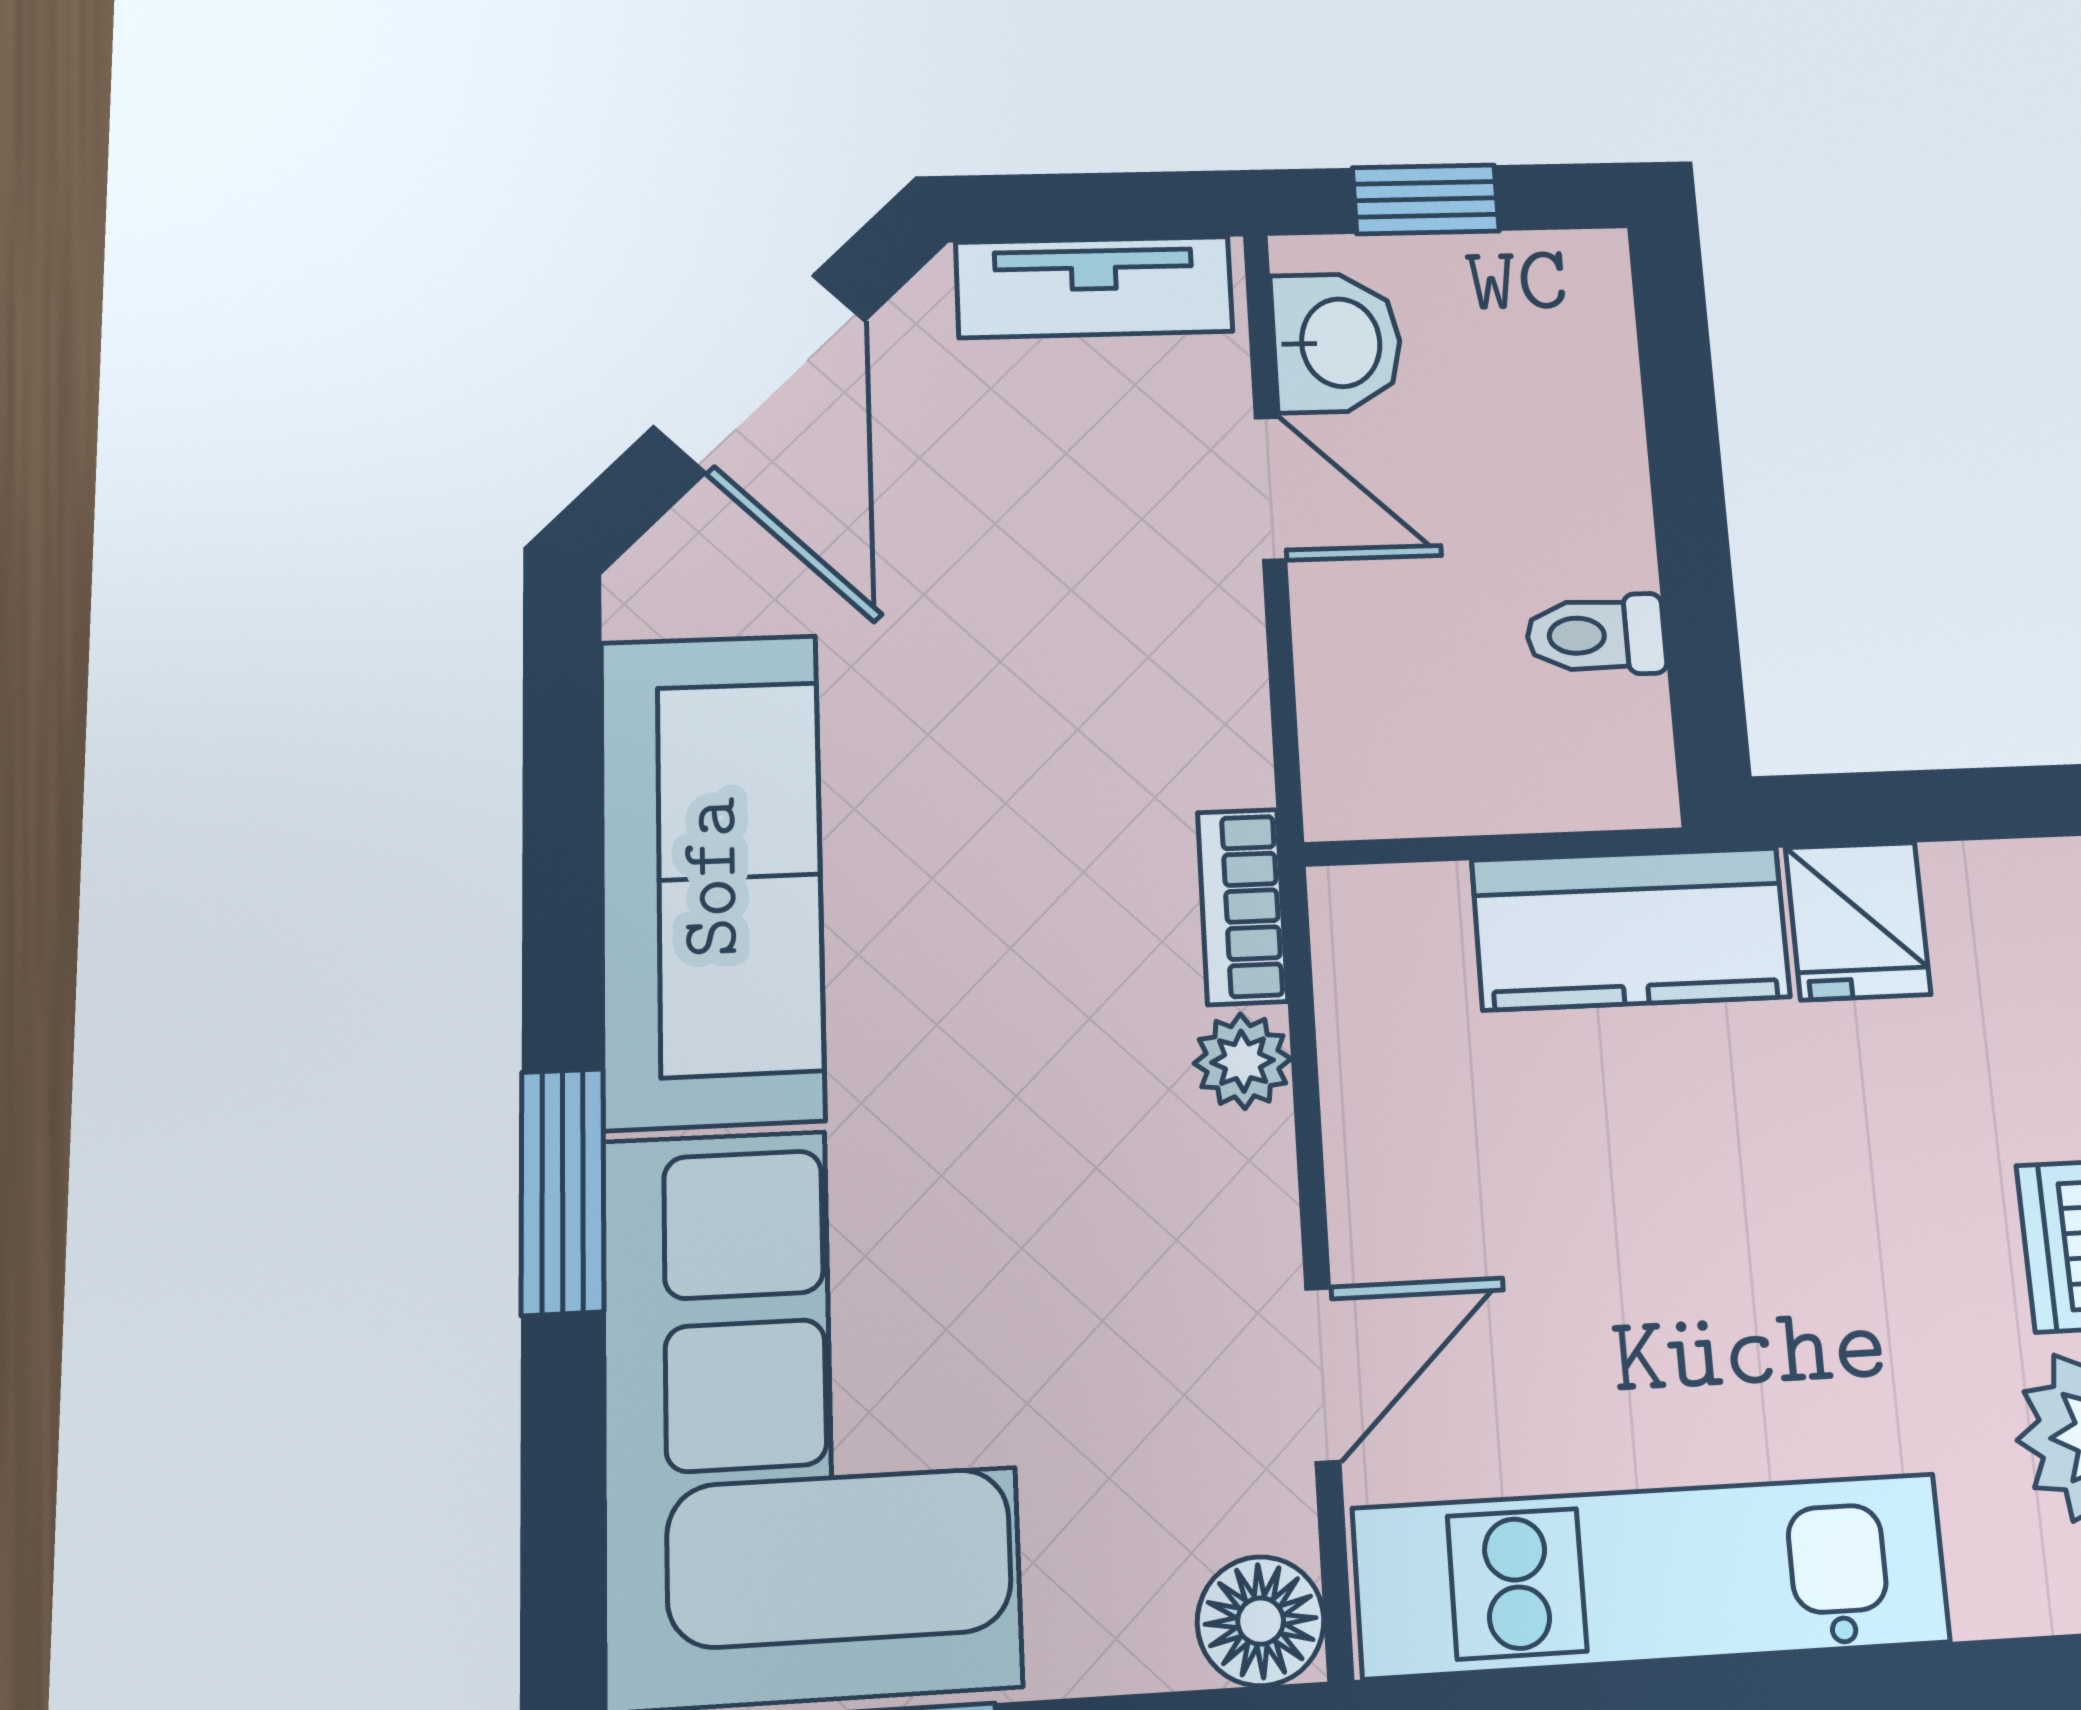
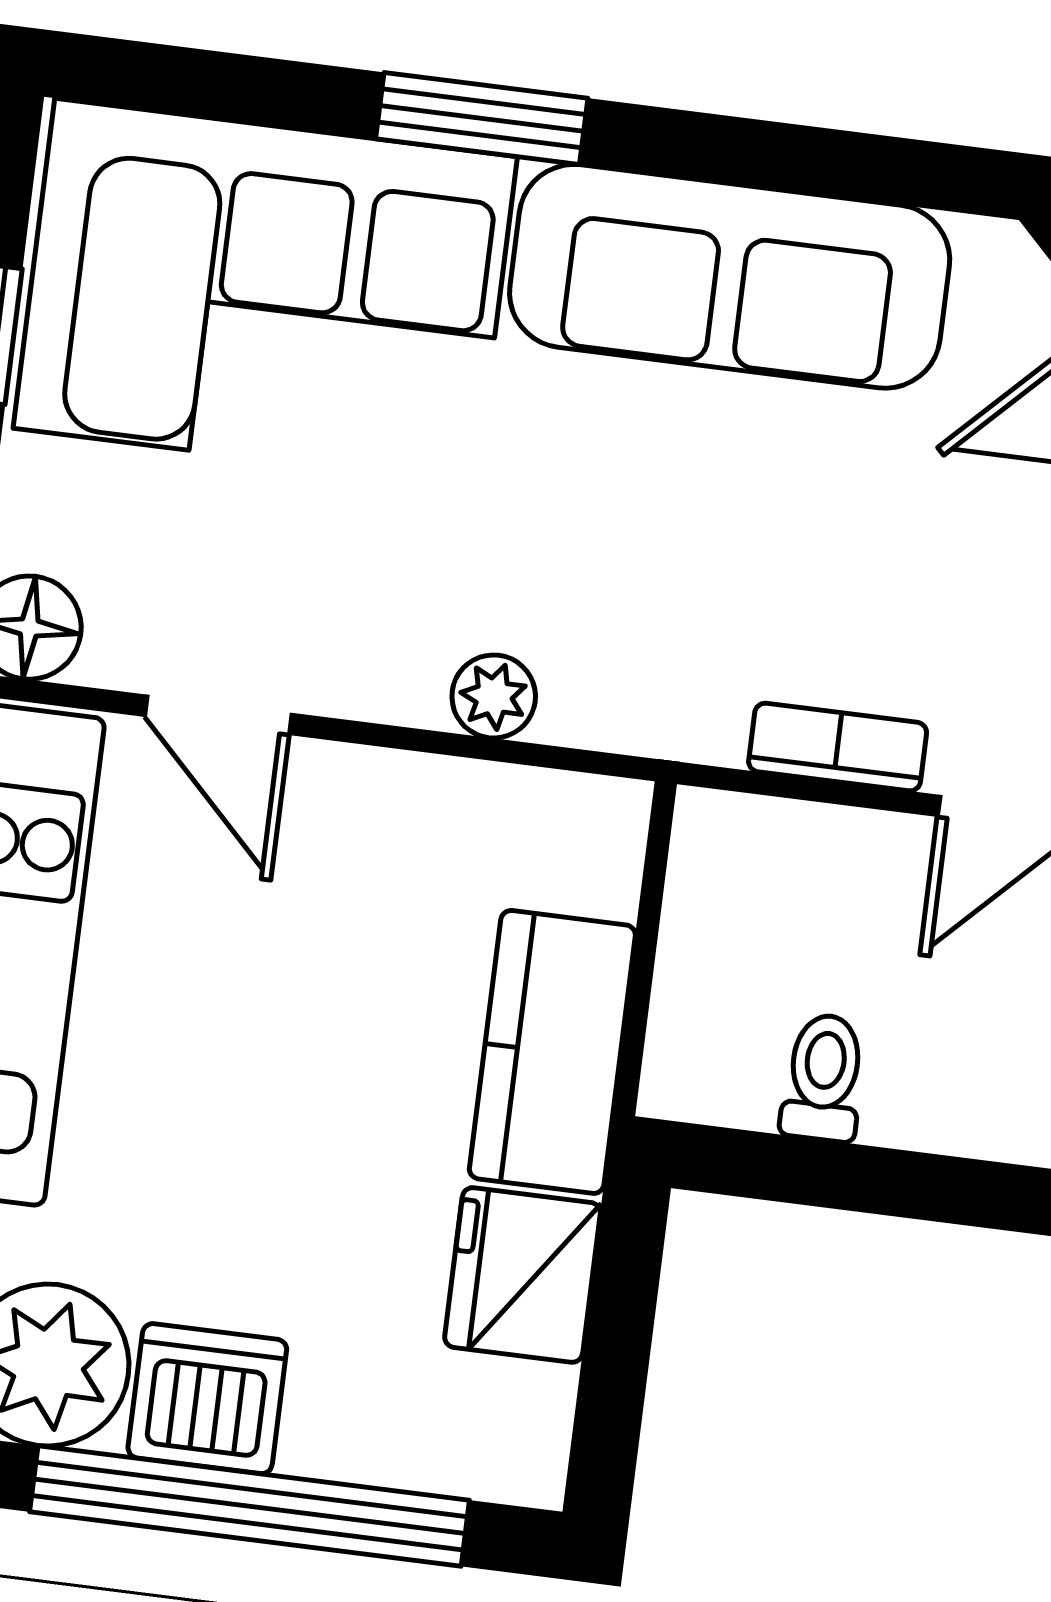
bookcase: (1242, 906) -> (838, 747), moved
fridge: (1858, 921) -> (522, 1275), width x1.38

